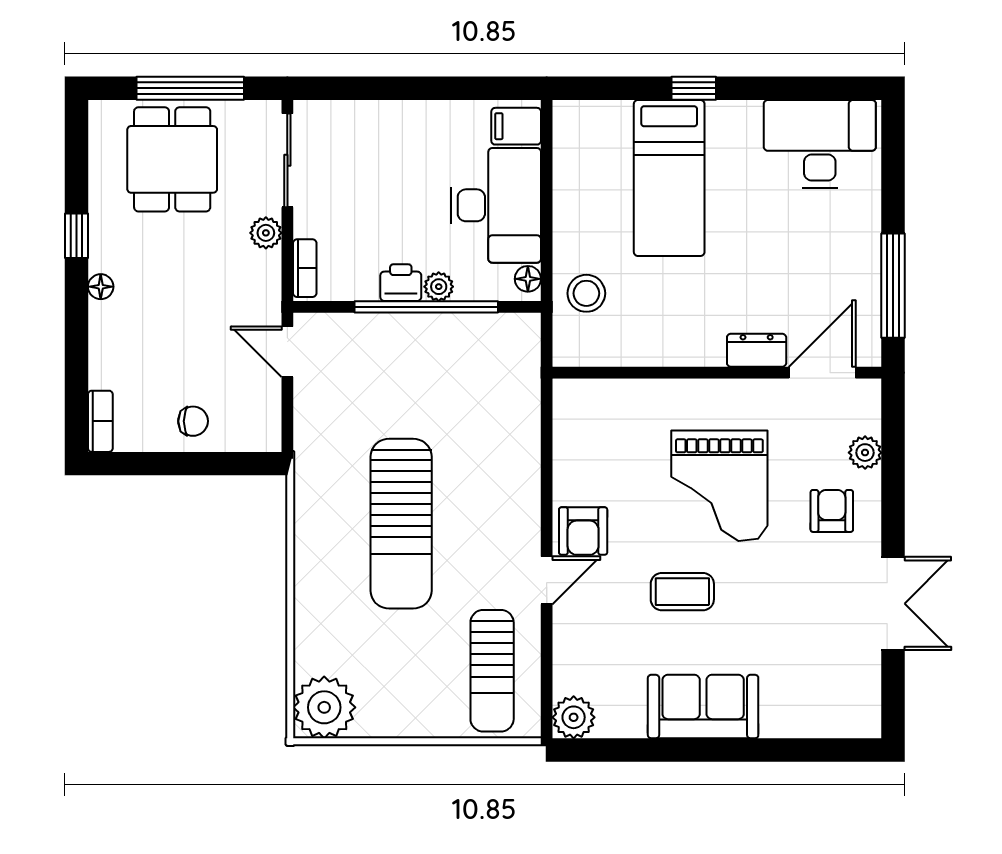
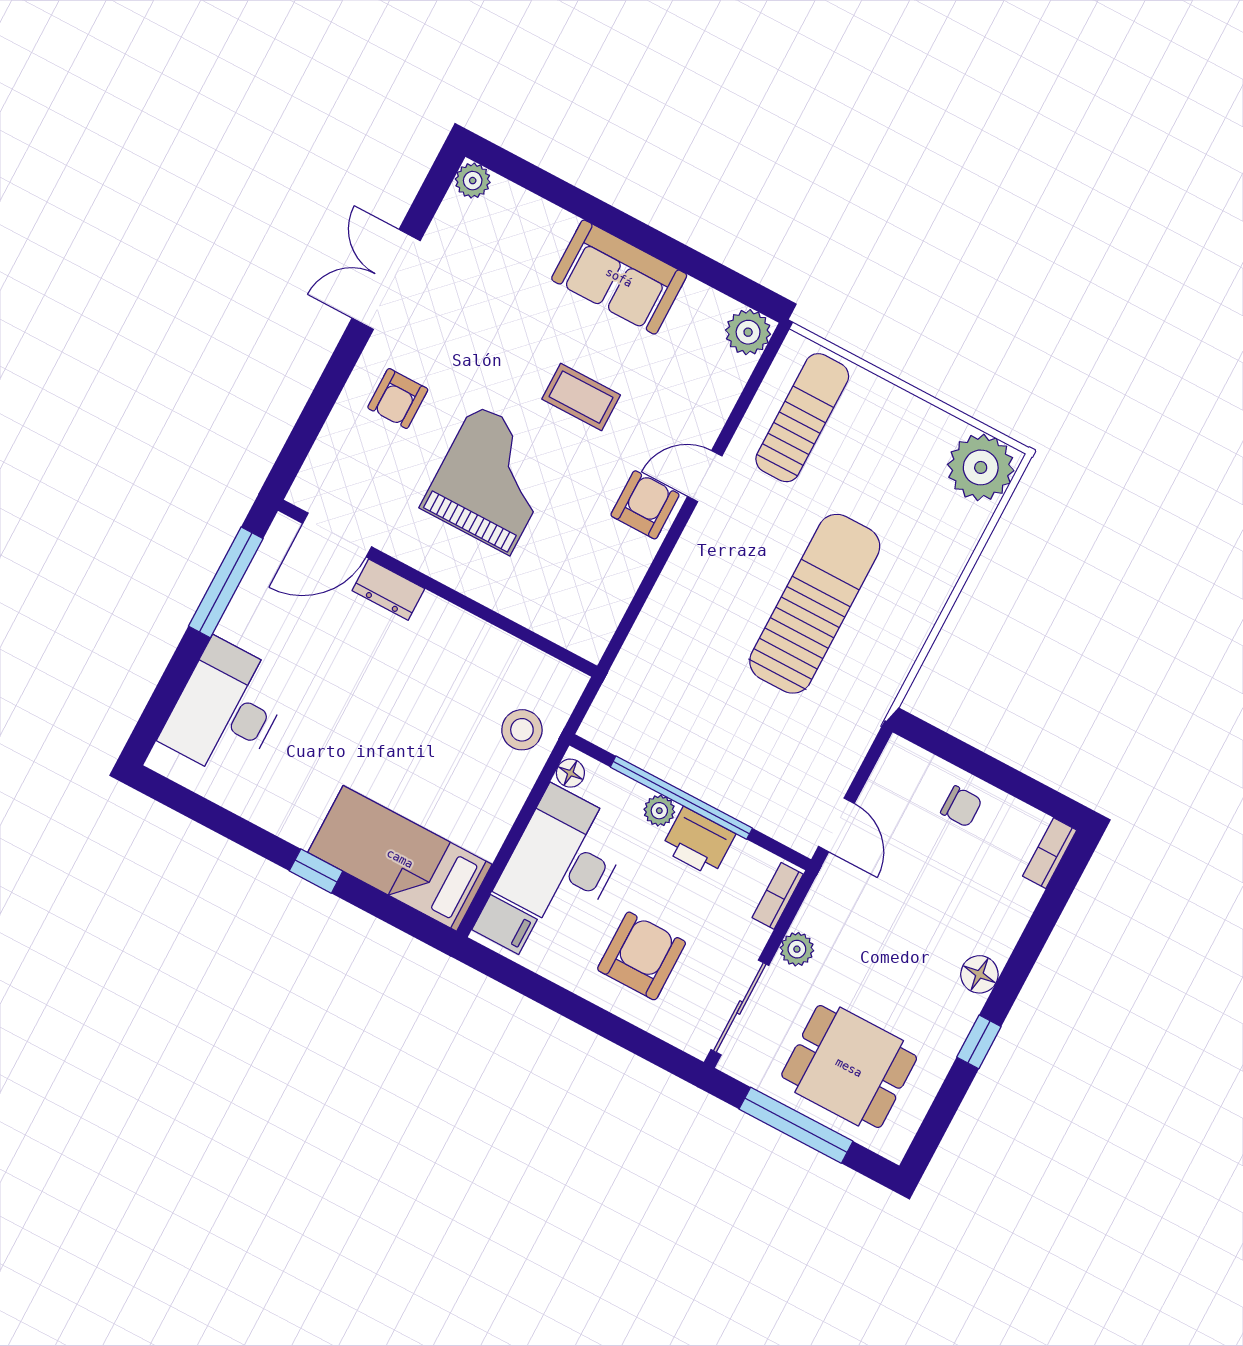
desk: (820, 144) -> (226, 710), moved, turned 90
dining table: (172, 159) -> (849, 1067), turned 90
armchair: (390, 160) -> (642, 956), added
bed: (669, 178) -> (400, 858), moved, turned -90
printer: (401, 283) -> (698, 842), width x1.36, depth x1.24
floor lamp: (101, 287) -> (979, 974), width x1.37, depth x1.37
chair: (193, 421) -> (961, 806), turned 180
plant: (865, 453) -> (473, 181), moved

